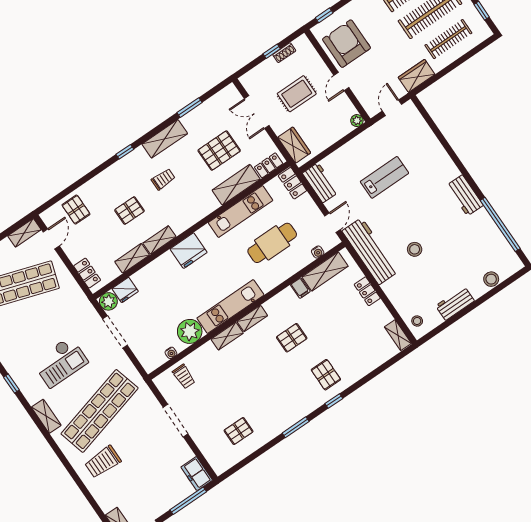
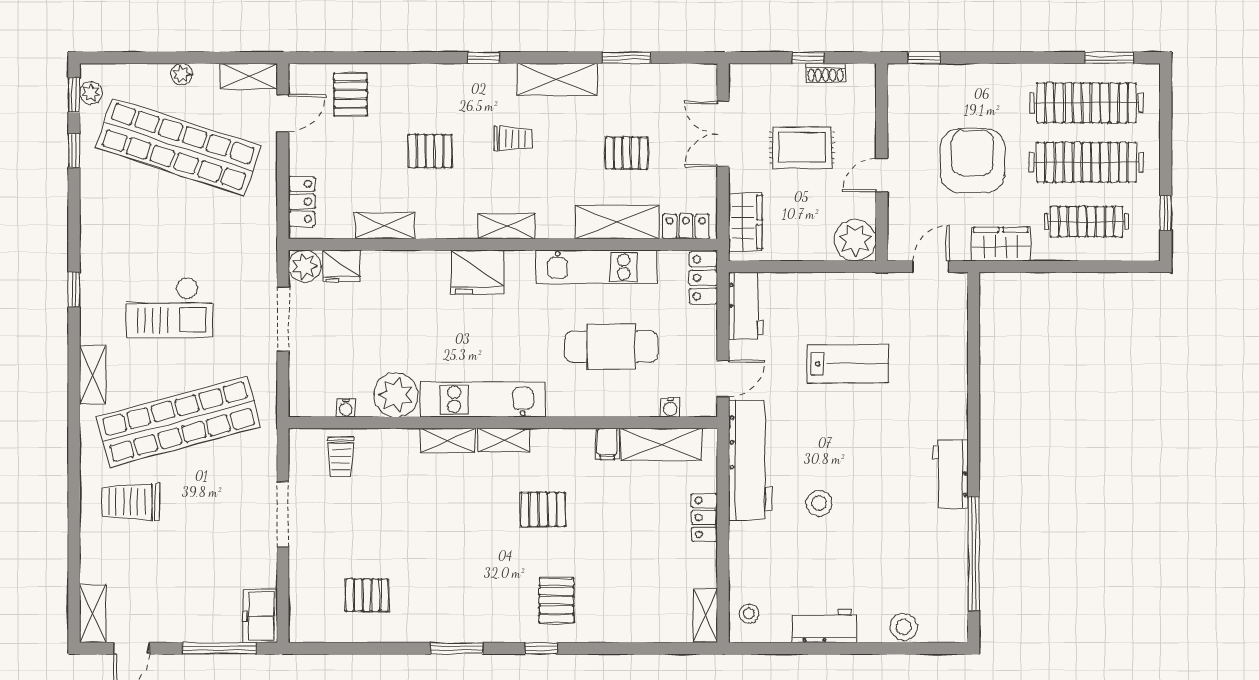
armchair: (346, 44) -> (972, 160), moved
plant: (357, 121) -> (855, 240), width x1.87, depth x1.87
pallet: (219, 151) -> (627, 153), width x0.67, depth x0.71
shelving: (159, 240) -> (506, 226), moved

